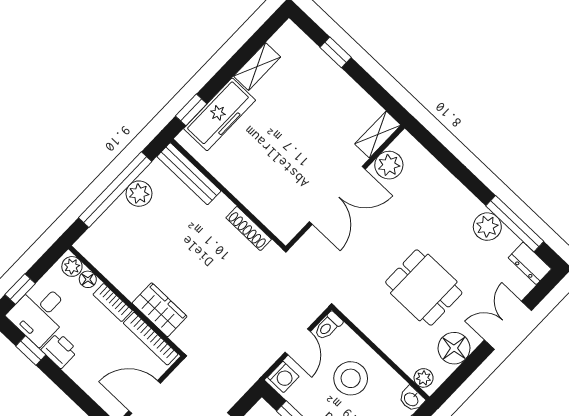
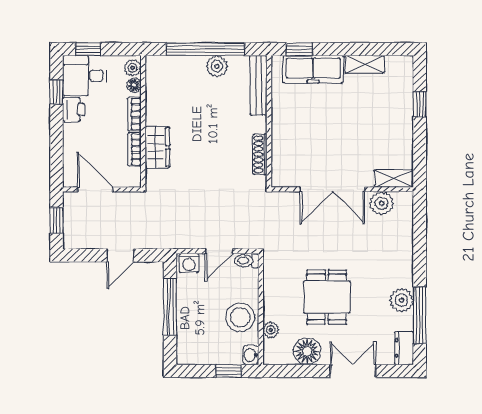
bookcase: (151, 339) -> (134, 149), width x0.64
stool: (351, 378) -> (240, 317), moved
plant: (424, 378) -> (271, 330), moved

